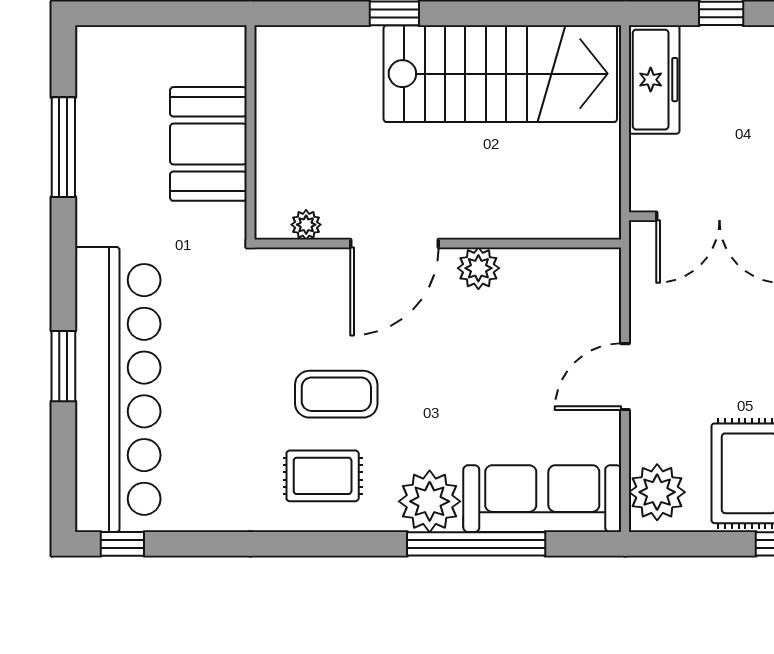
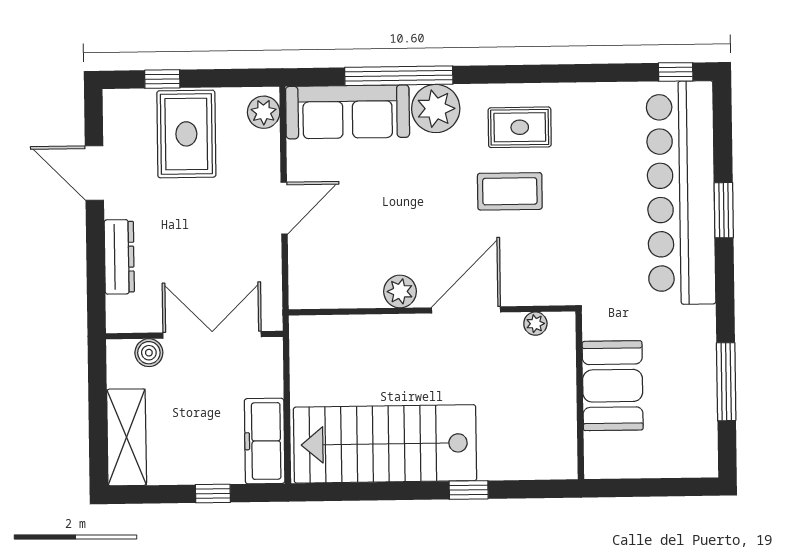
plant: (657, 492) -> (264, 112), width x0.73, depth x0.73

